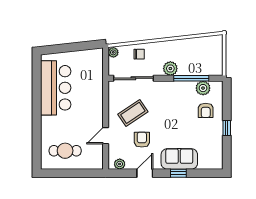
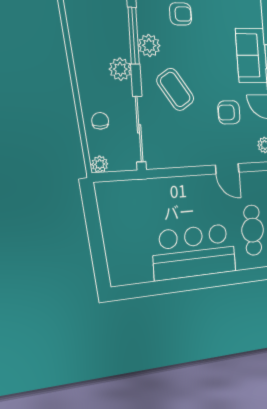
bar counter: (56, 88) -> (194, 252), moved
plant: (203, 88) -> (149, 45), moved
coffee table: (133, 113) -> (175, 89), moved

